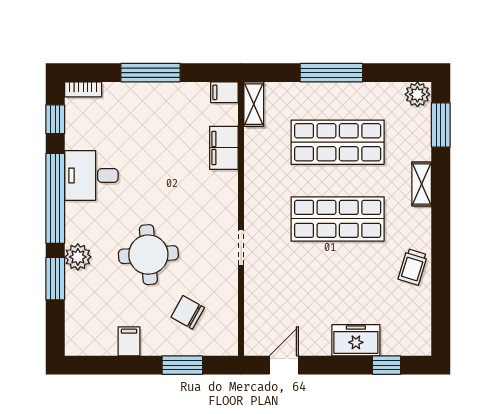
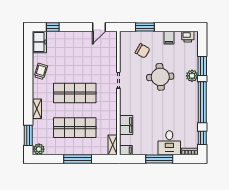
desk: (91, 175) -> (169, 143), moved, turned 90
freezer: (356, 340) -> (39, 42), moved, turned -90
printer: (87, 344) -> (188, 37), added

